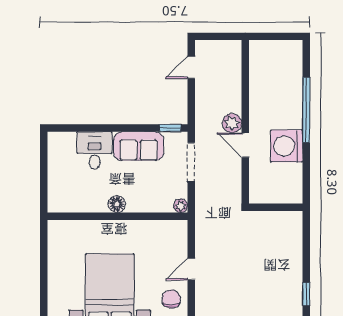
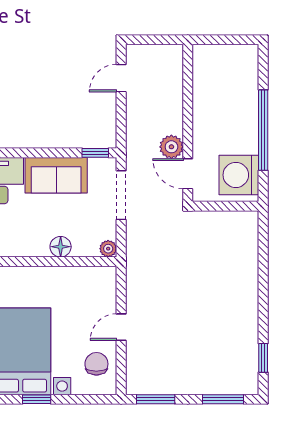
floor lamp: (117, 204) -> (61, 247), moved
wall: (276, 207) -> (225, 206), moved

